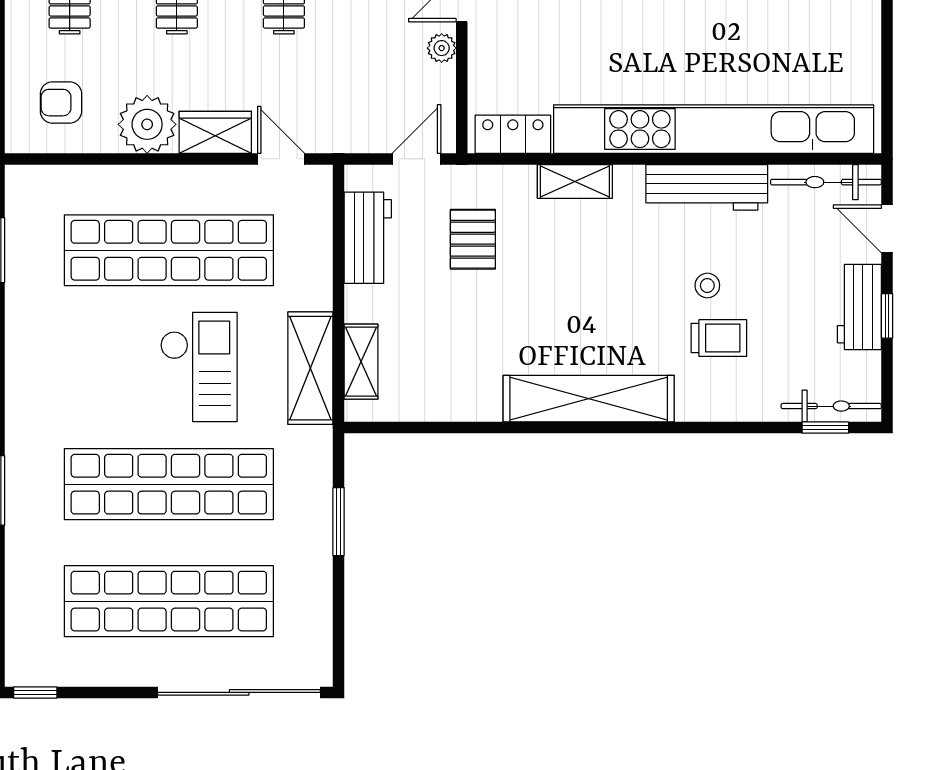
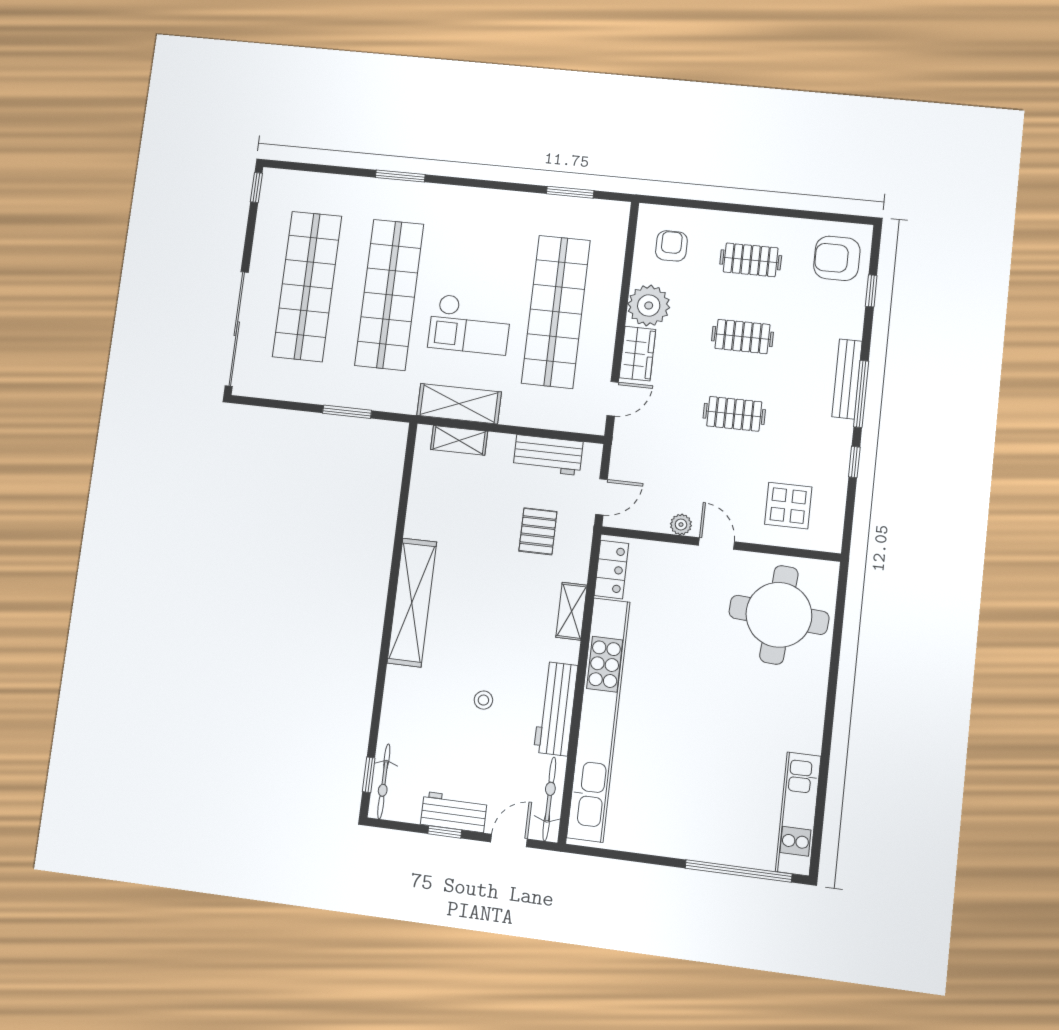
door: (416, 159) -> (601, 497), hinge flipped
pallet: (473, 239) -> (538, 531), turned 90
trolley: (719, 338) -> (444, 704), removed

